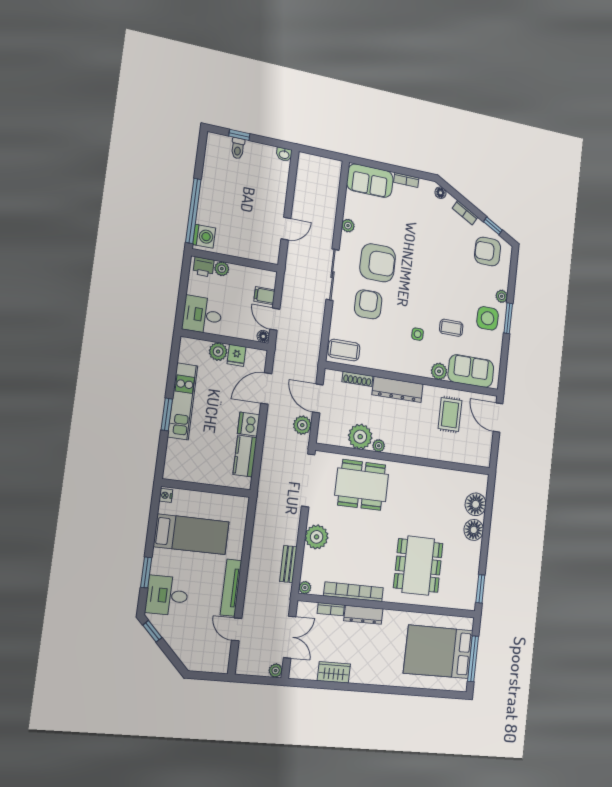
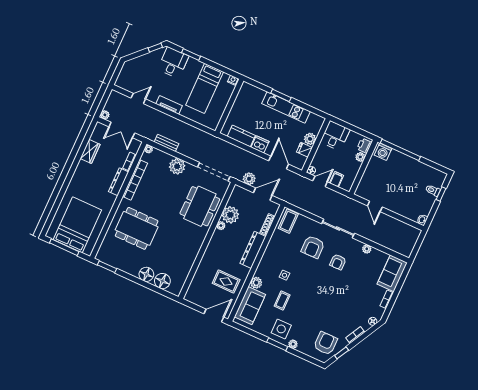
armchair: (378, 263) -> (338, 262), width x0.53, depth x0.53
armchair: (368, 304) -> (313, 247), turned 89
tv unit: (231, 588) -> (169, 105), width x0.71

